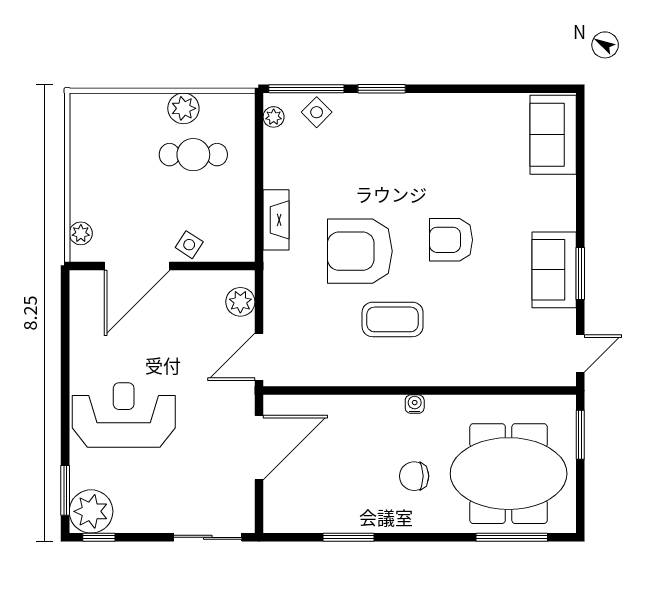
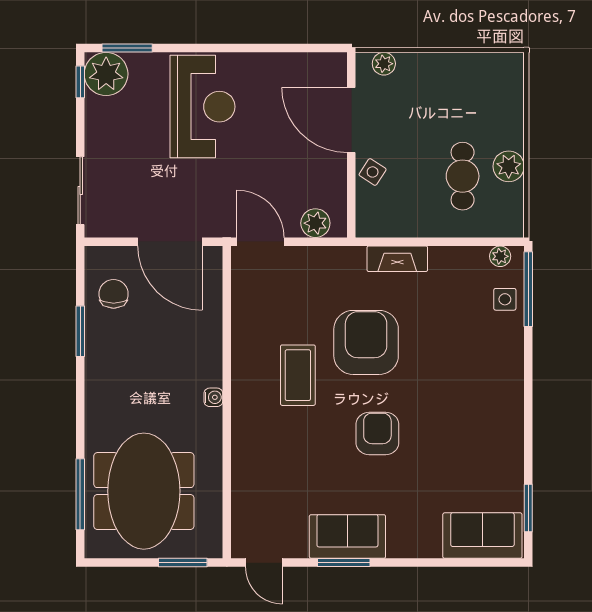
window: (382, 89) -> (528, 508), moved
side table: (317, 112) -> (505, 299), turned 45
chair: (414, 476) -> (114, 294), moved

